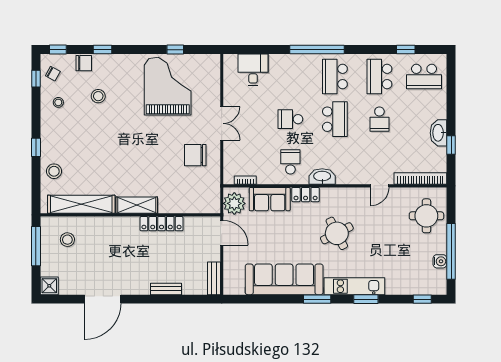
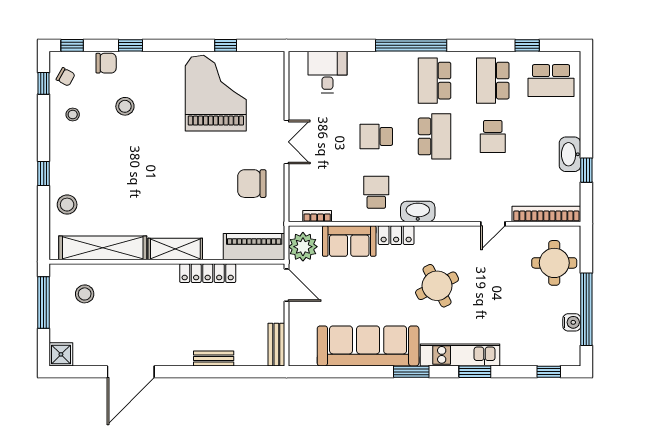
piano: (197, 203) -> (254, 247), added

